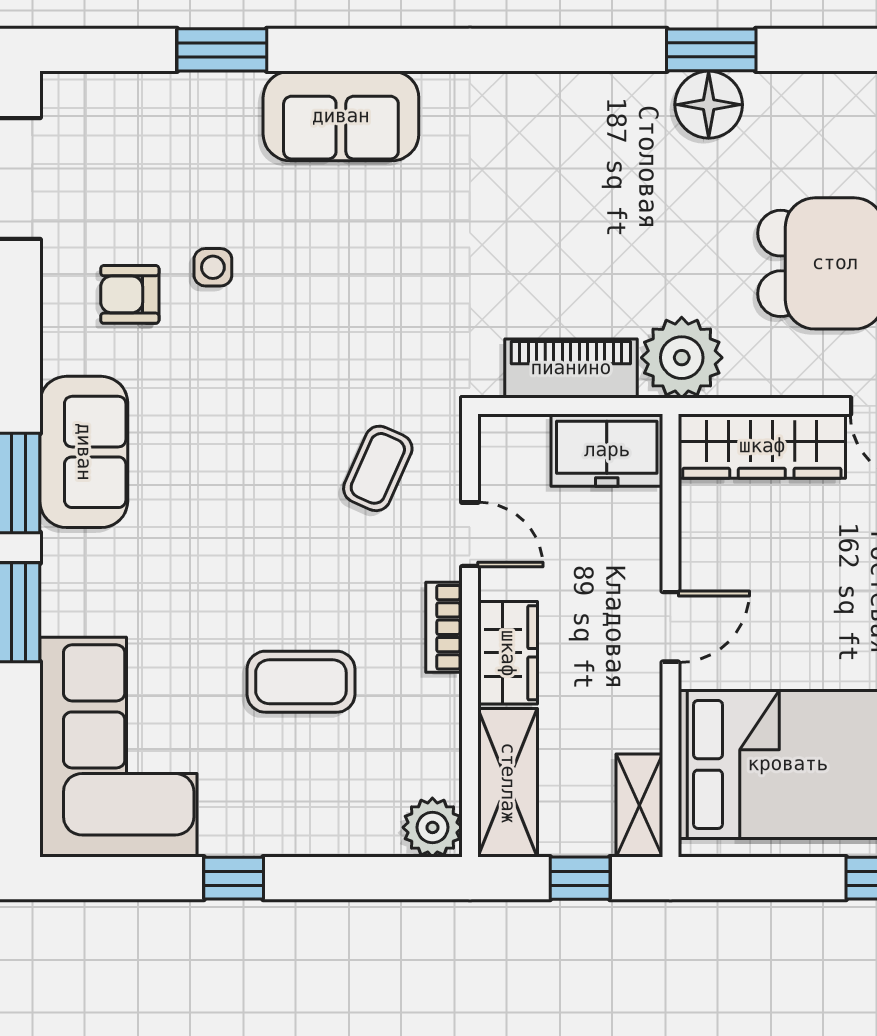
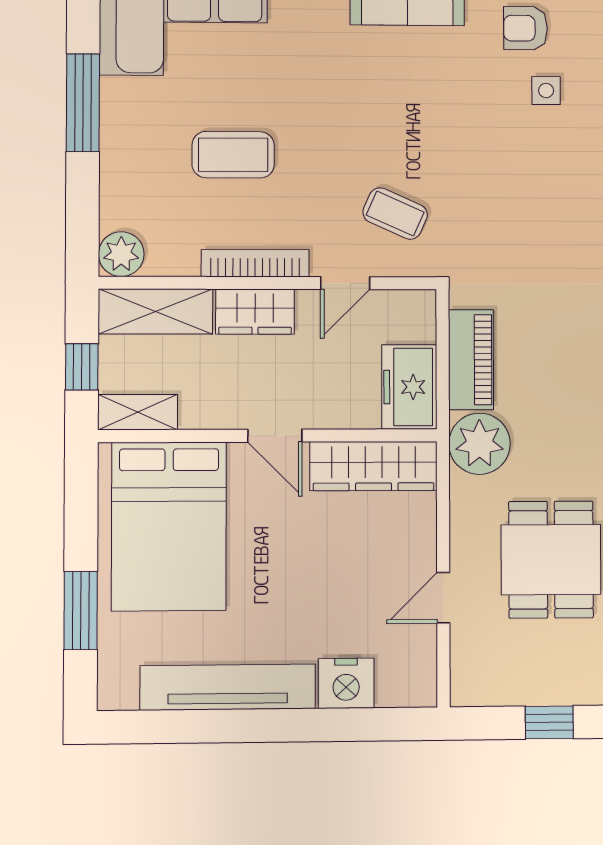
armchair: (130, 294) -> (525, 28), turned -90
wardrobe: (762, 446) -> (374, 466), moved, turned -90
bookcase: (444, 627) -> (255, 263), width x1.56
coffee table: (301, 682) -> (233, 155), turned 90
window: (234, 878) -> (83, 103), width x2.17

